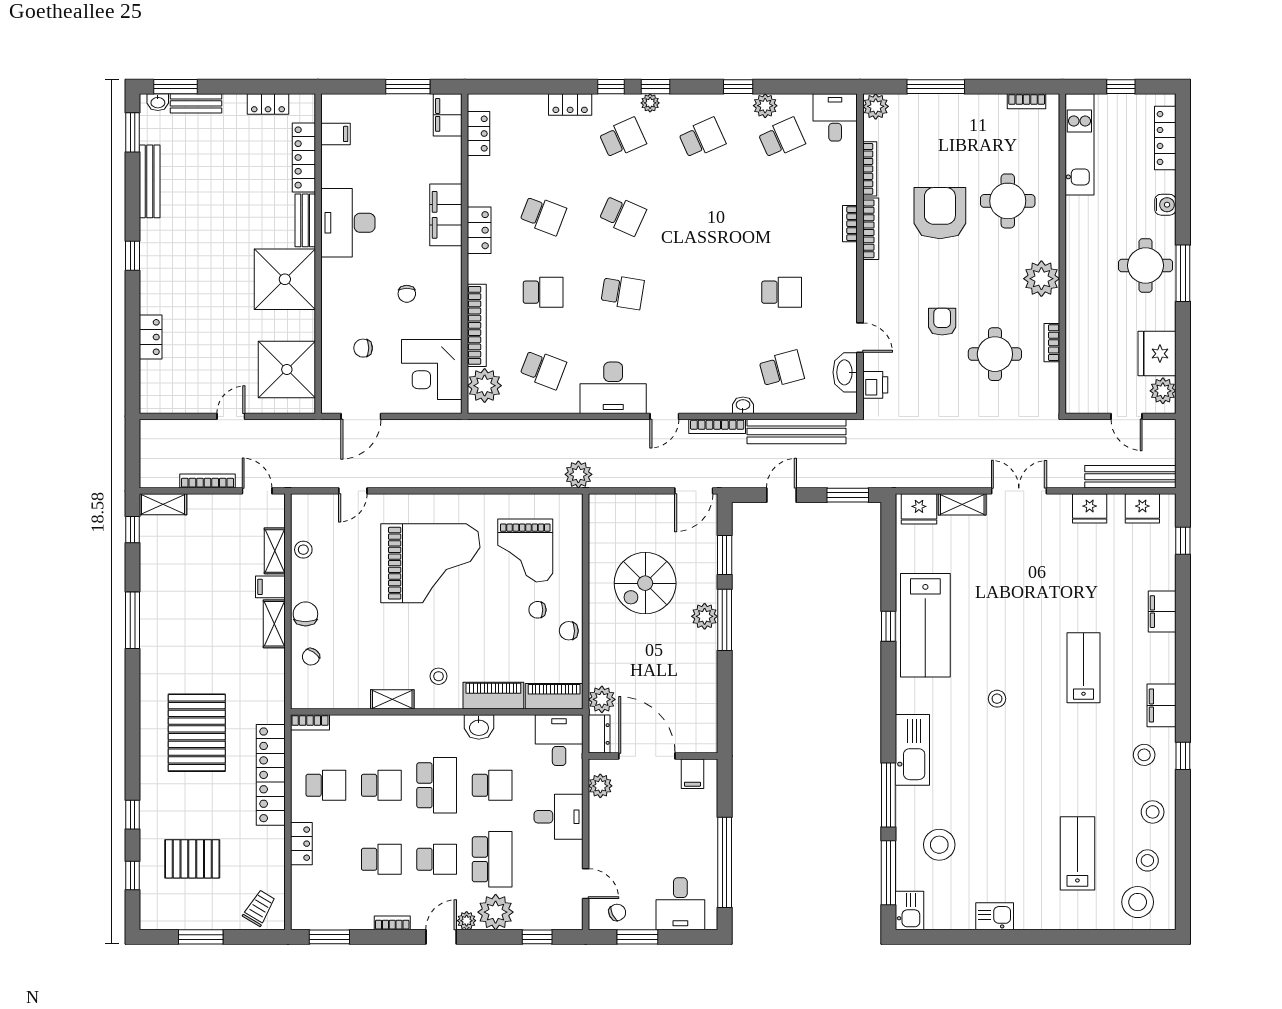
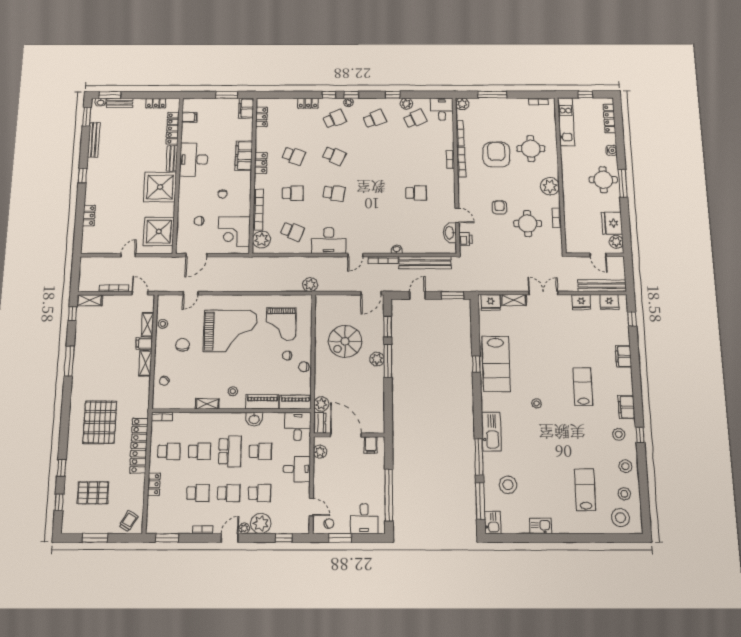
school desk: (782, 369) -> (417, 231), removed
chair: (305, 614) -> (183, 345), moved
school desk: (492, 859) -> (260, 493), width x0.54

